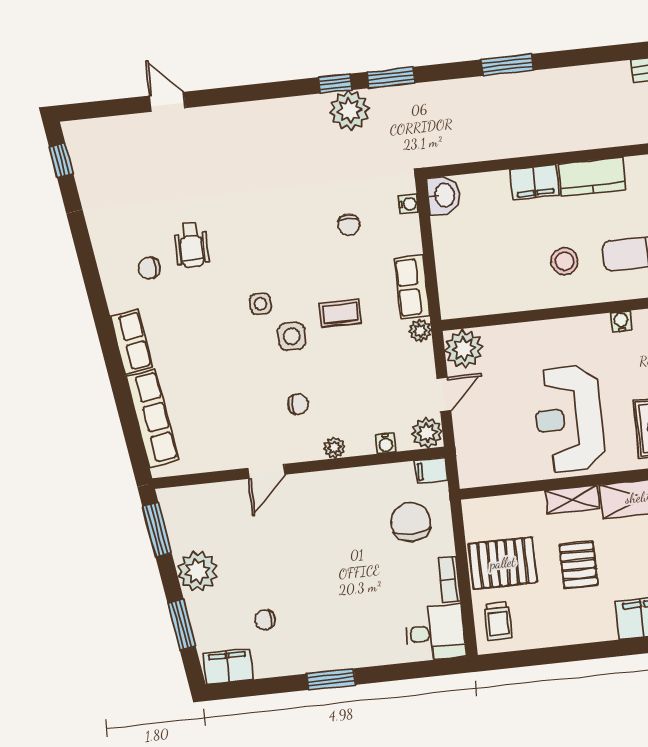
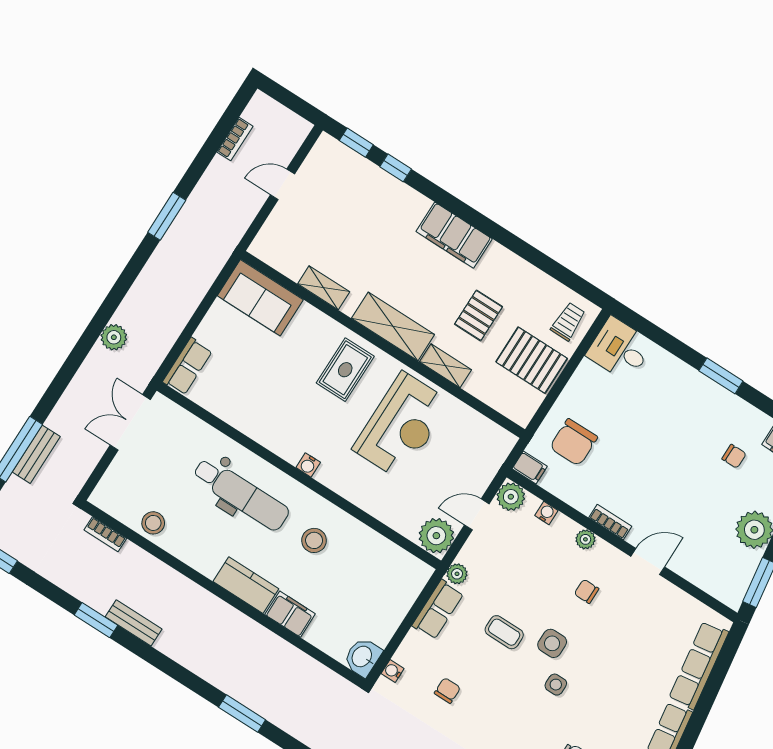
bookcase: (450, 580) -> (610, 522), moved, turned -90

